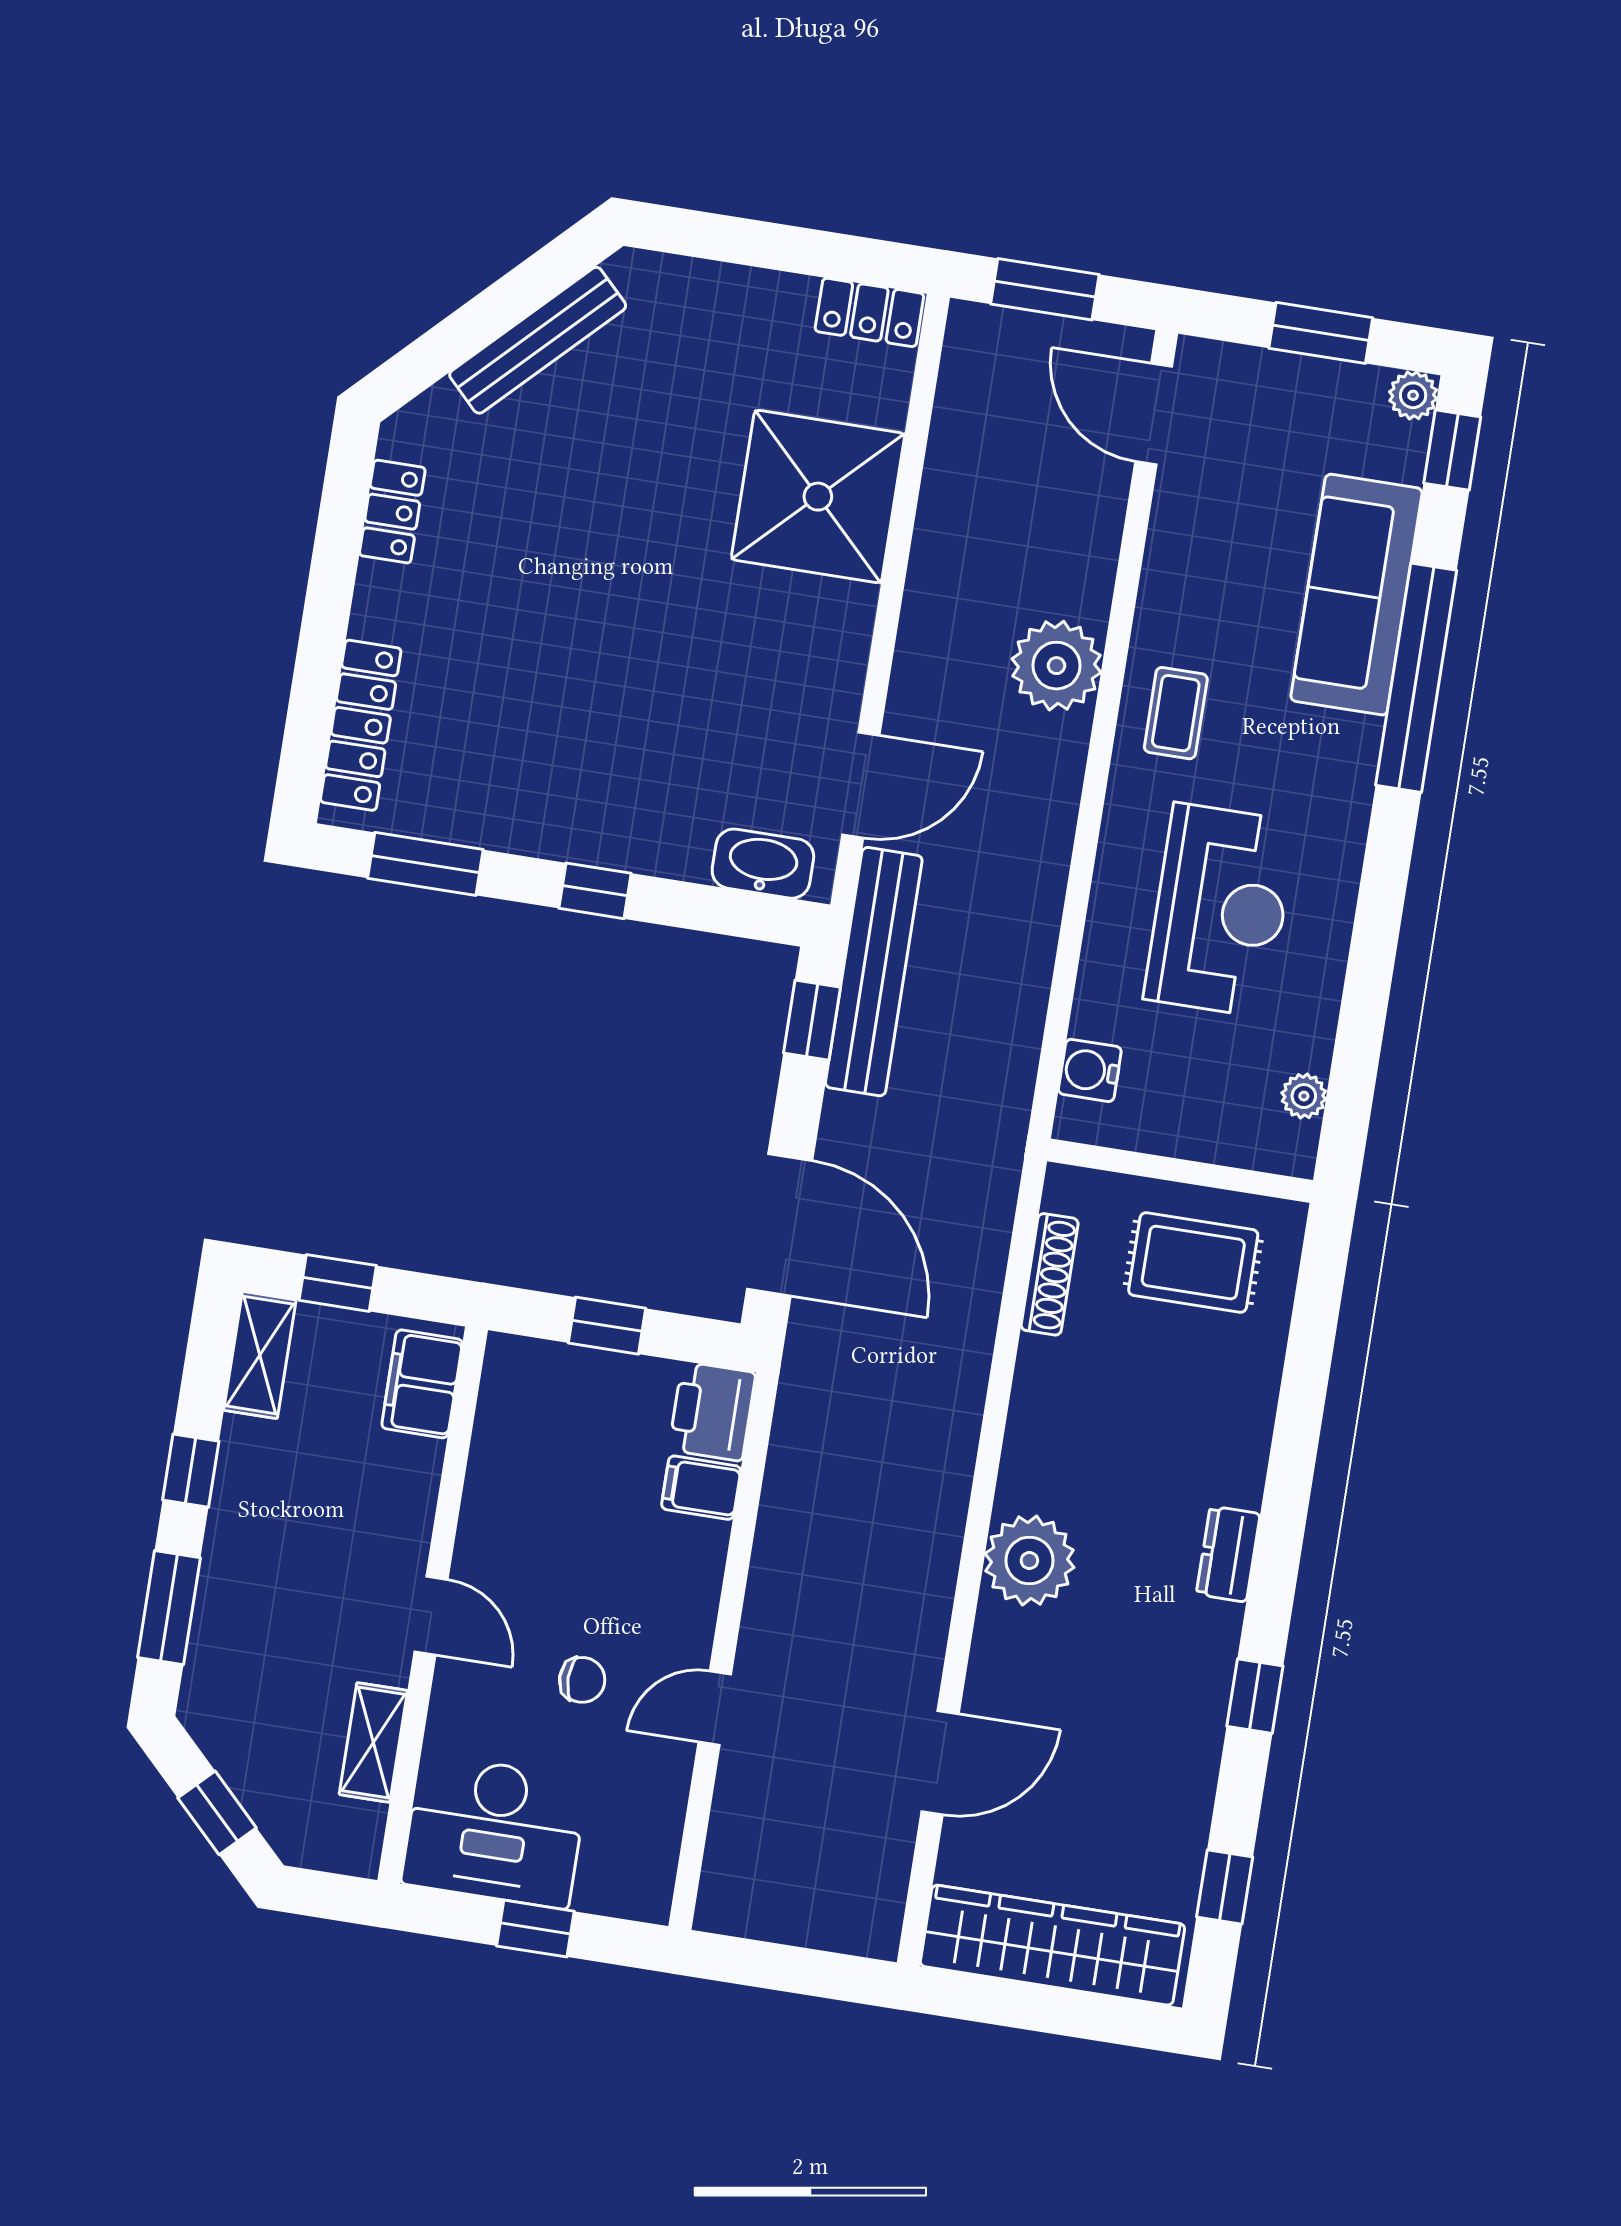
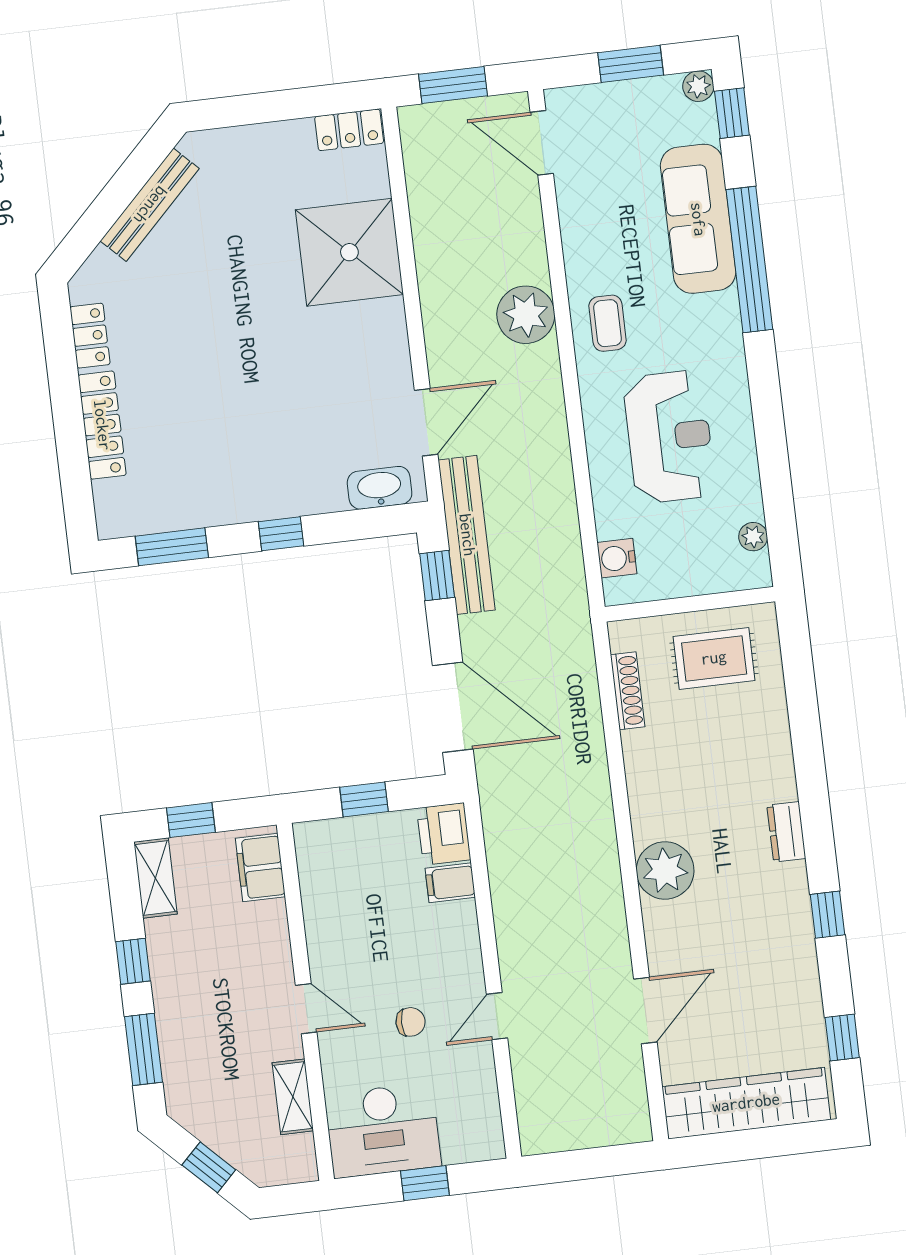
locker: (361, 725) -> (102, 425), moved

